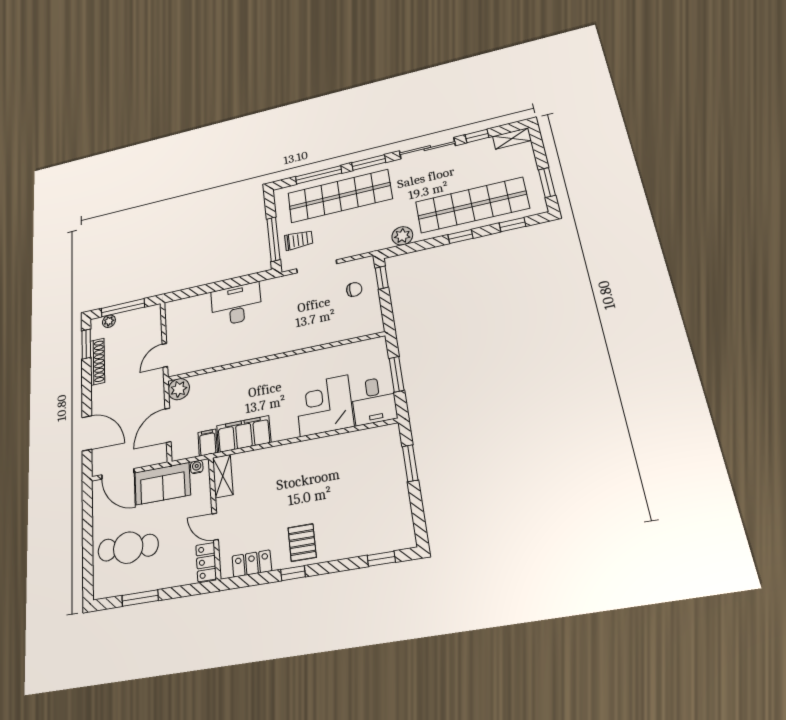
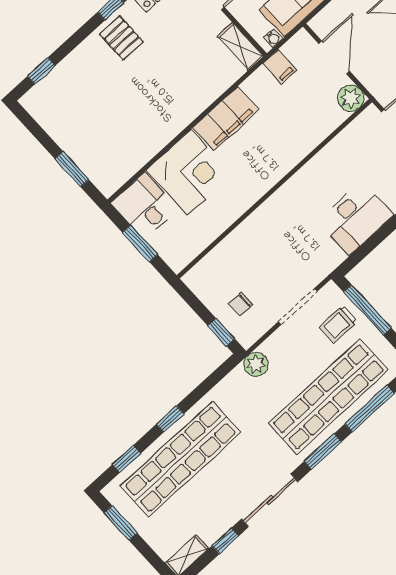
plant: (402, 236) -> (256, 364), moved
filing cabinet: (244, 434) -> (226, 119), moved

